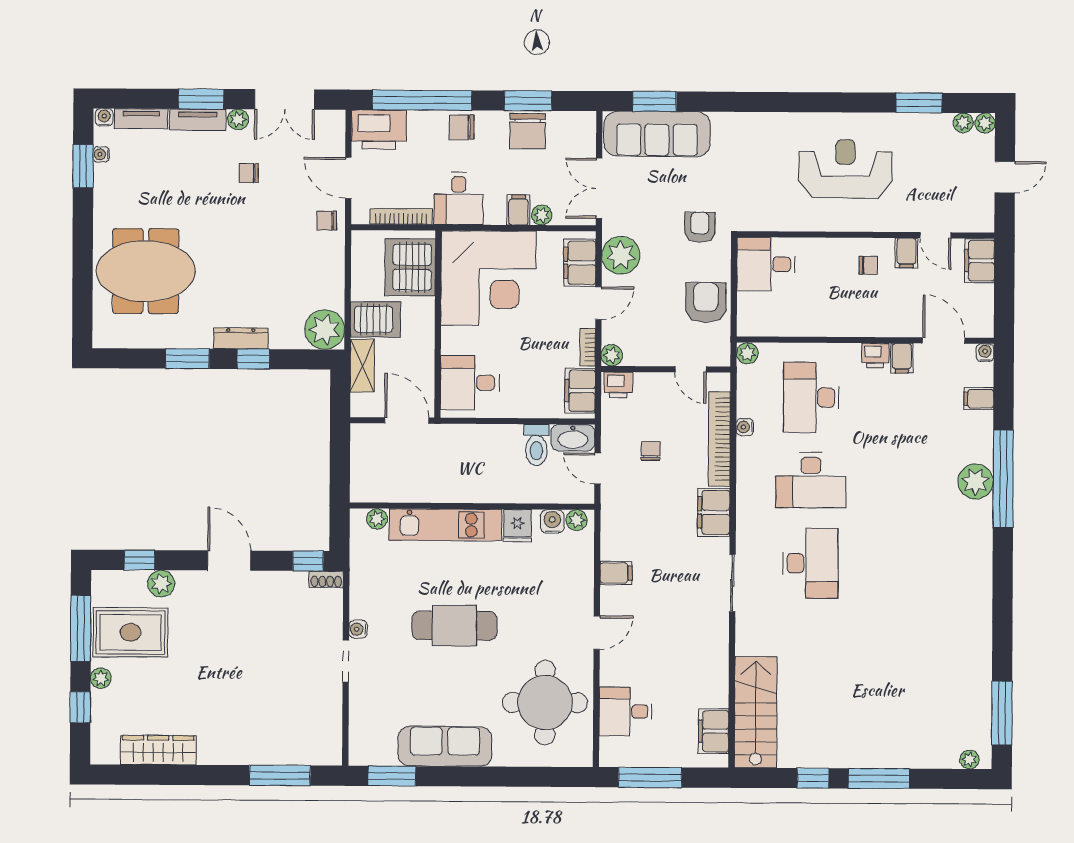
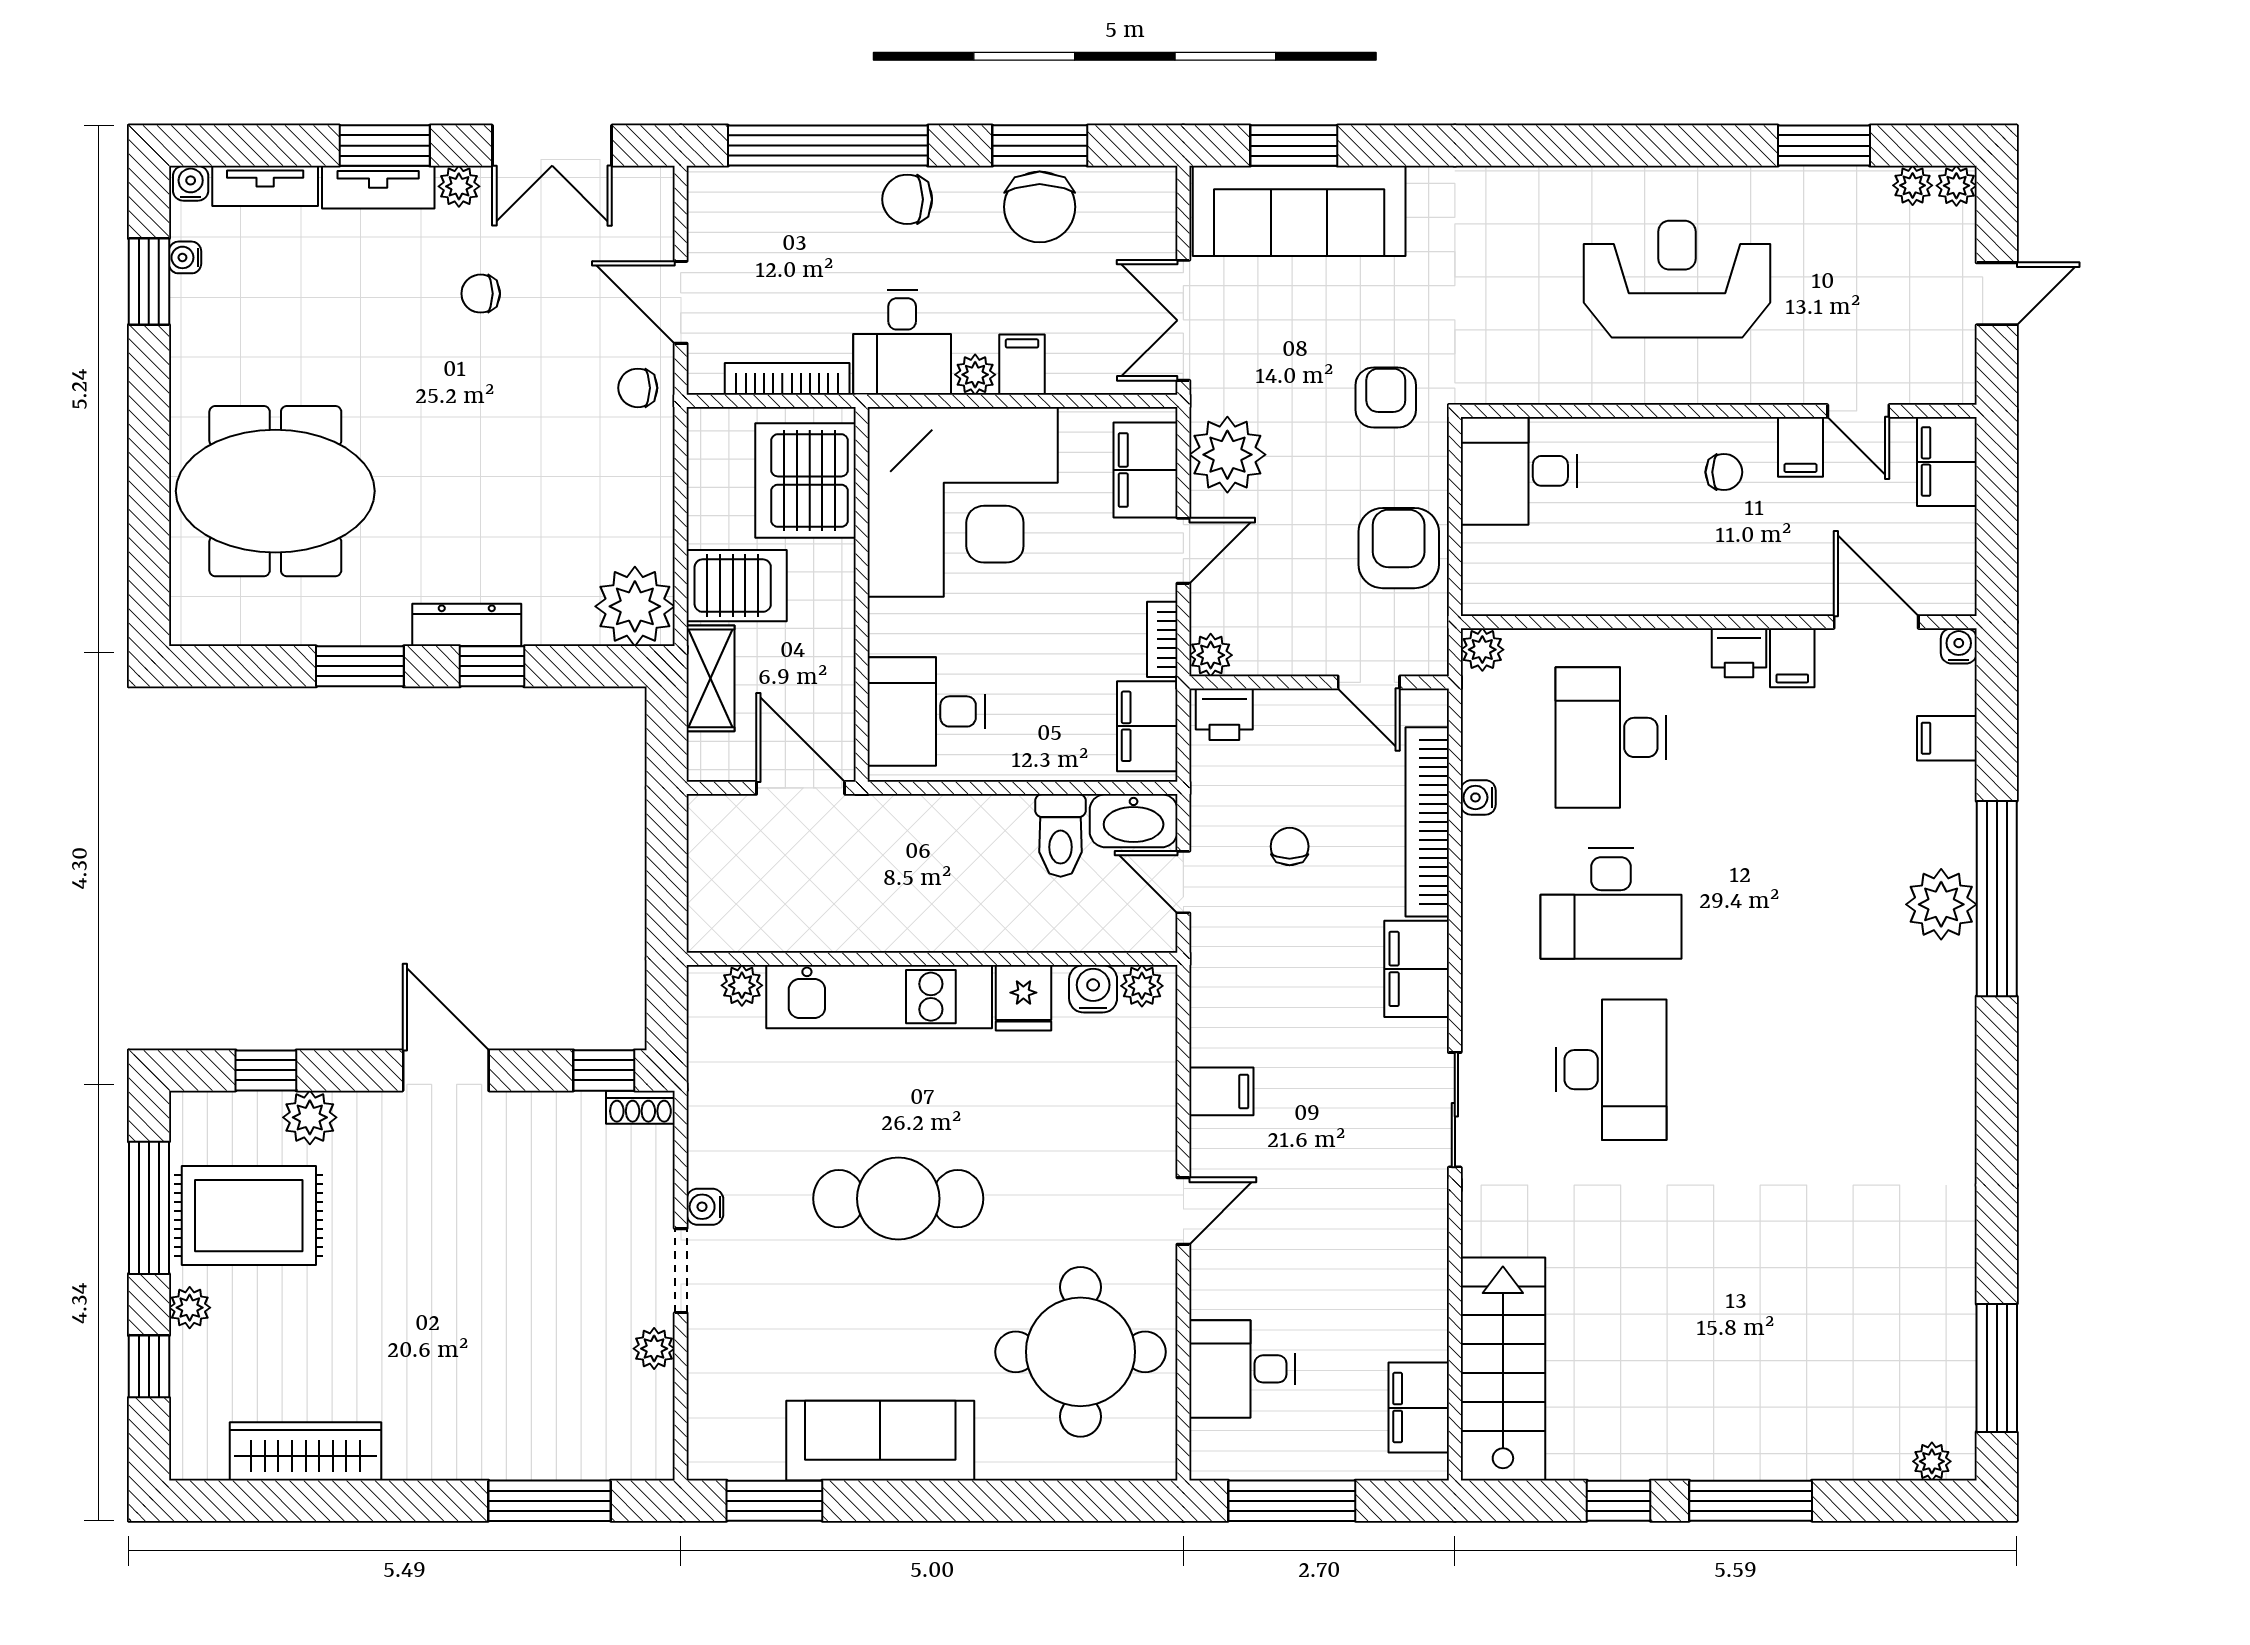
printer: (379, 130) -> (741, 205), removed
plant: (542, 215) -> (975, 375), moved
plant: (332, 700) -> (654, 1349), added

